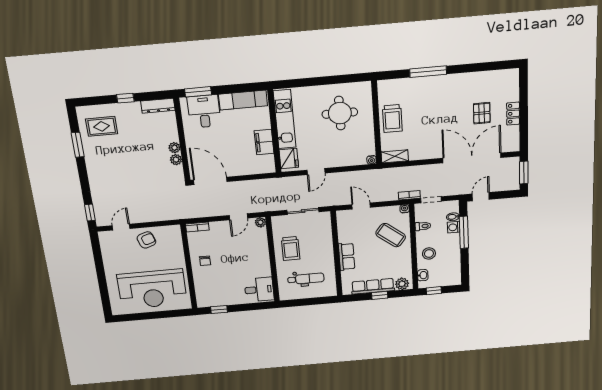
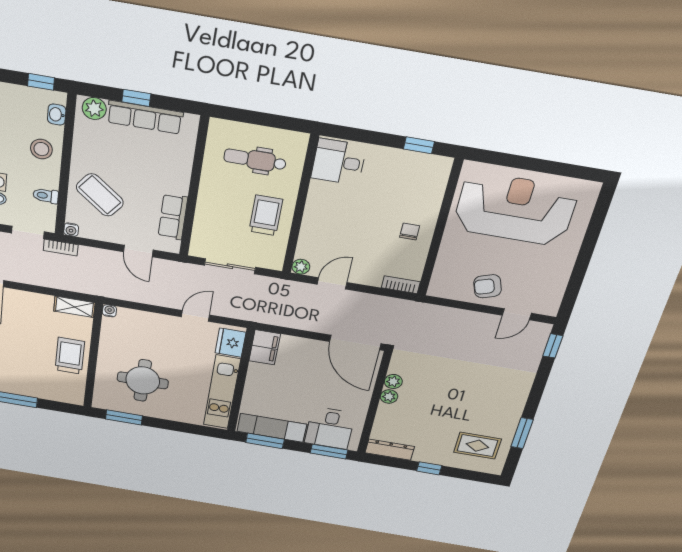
window: (347, 79) -> (124, 417), added
window: (245, 88) -> (265, 441), added
filing cabinet: (264, 142) -> (265, 347), moved
row of seats: (347, 257) -> (173, 217), moved

